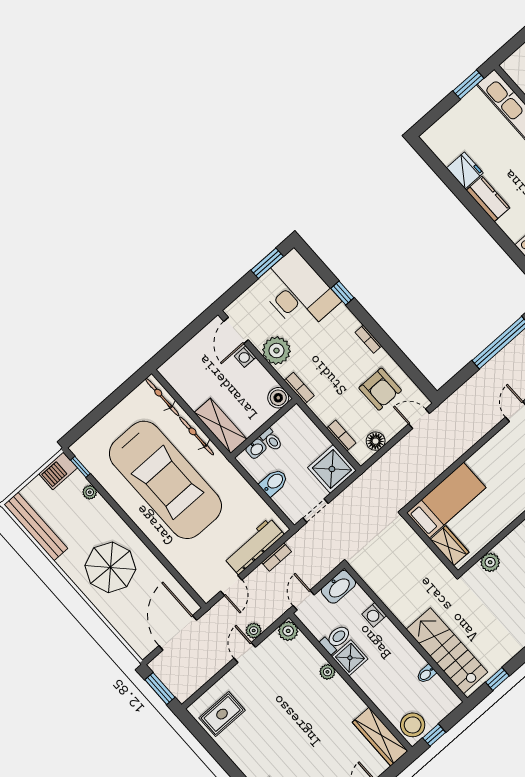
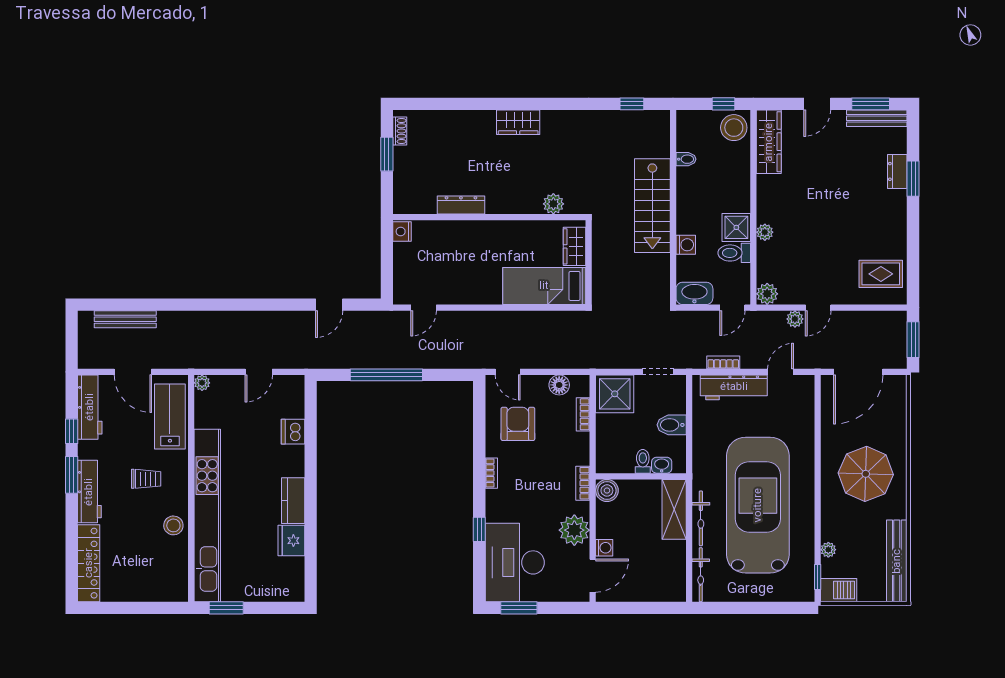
stairs: (447, 651) -> (652, 206), moved

